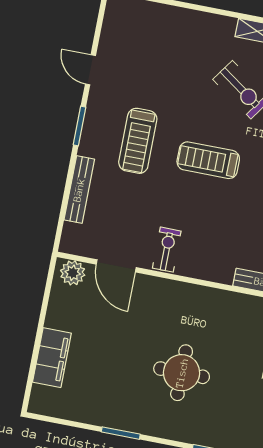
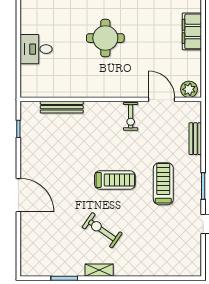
bench: (79, 190) -> (195, 139), width x0.73

